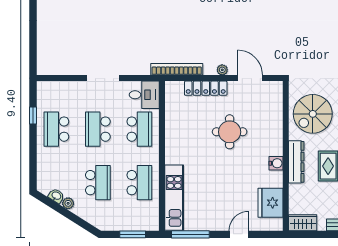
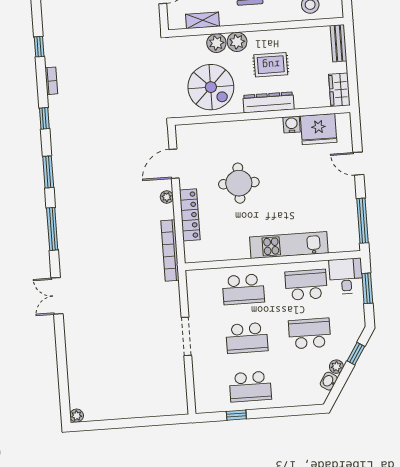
desk: (144, 95) -> (346, 276), moved
school desk: (139, 129) -> (243, 289), turned 180
water cooler: (276, 163) -> (292, 125), moved
kitchen unit: (174, 198) -> (289, 245), moved
window: (78, 221) -> (356, 354), added

